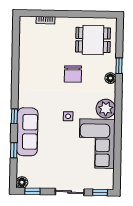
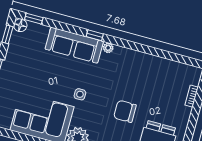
plant: (22, 102) -> (108, 48), added
window: (14, 150) -> (34, 19), moved

